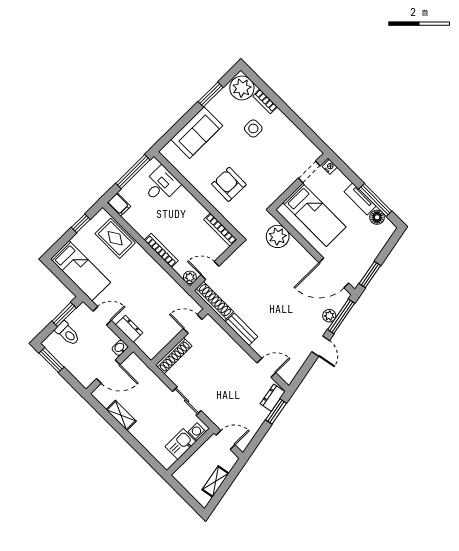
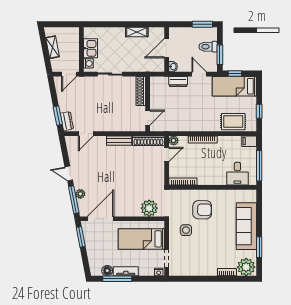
side table: (253, 128) -> (186, 230), moved
sofa: (197, 133) -> (246, 226), width x1.36
window: (68, 282) -> (235, 74), added
door: (102, 316) -> (199, 74), swing flipped

